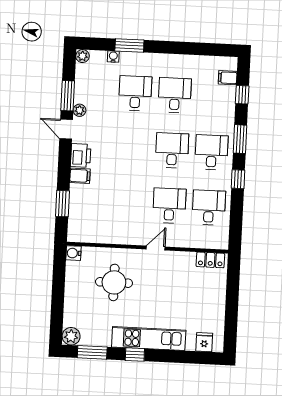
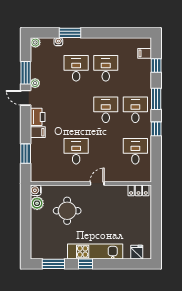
desk: (169, 206) -> (76, 151), moved
plant: (71, 336) -> (37, 203), moved

